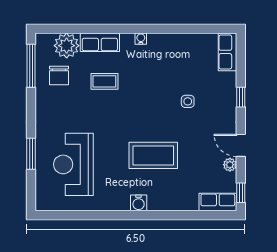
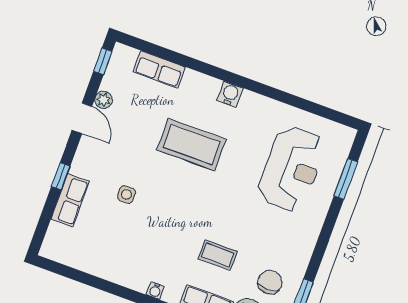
row of seats: (228, 52) -> (70, 200), moved
window: (31, 154) -> (346, 179), moved
row of seats: (218, 202) -> (159, 69), moved

